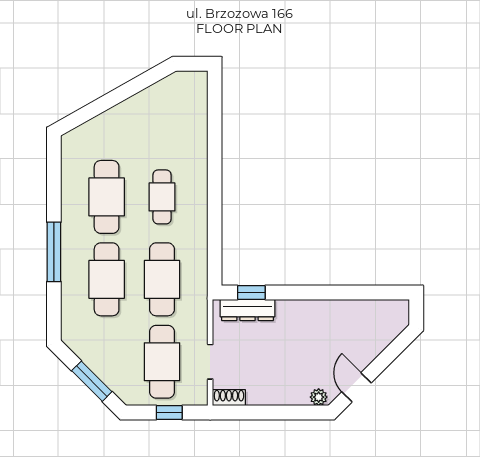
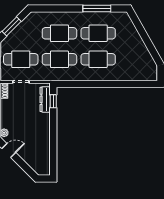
cafe table: (162, 197) -> (98, 59), width x1.37, depth x1.35
window: (54, 252) -> (97, 9), moved

